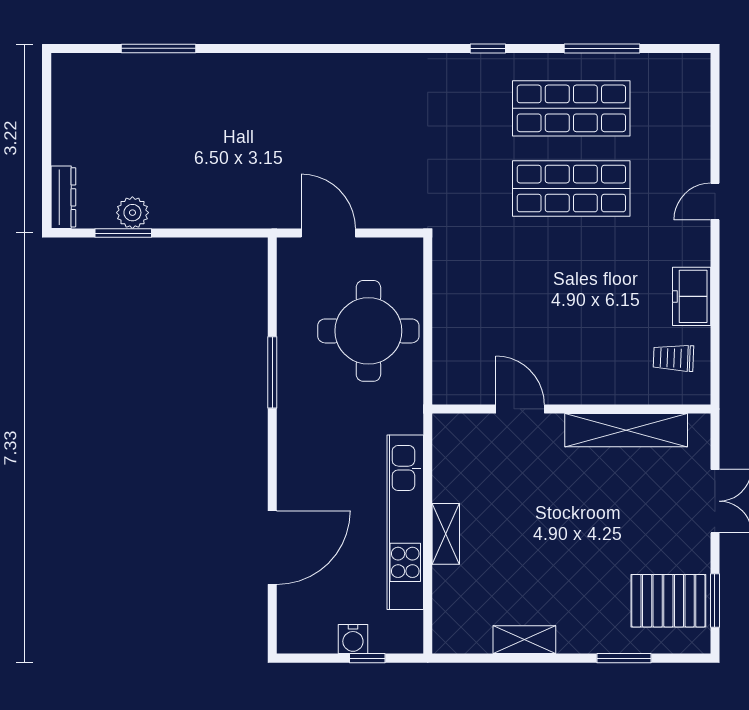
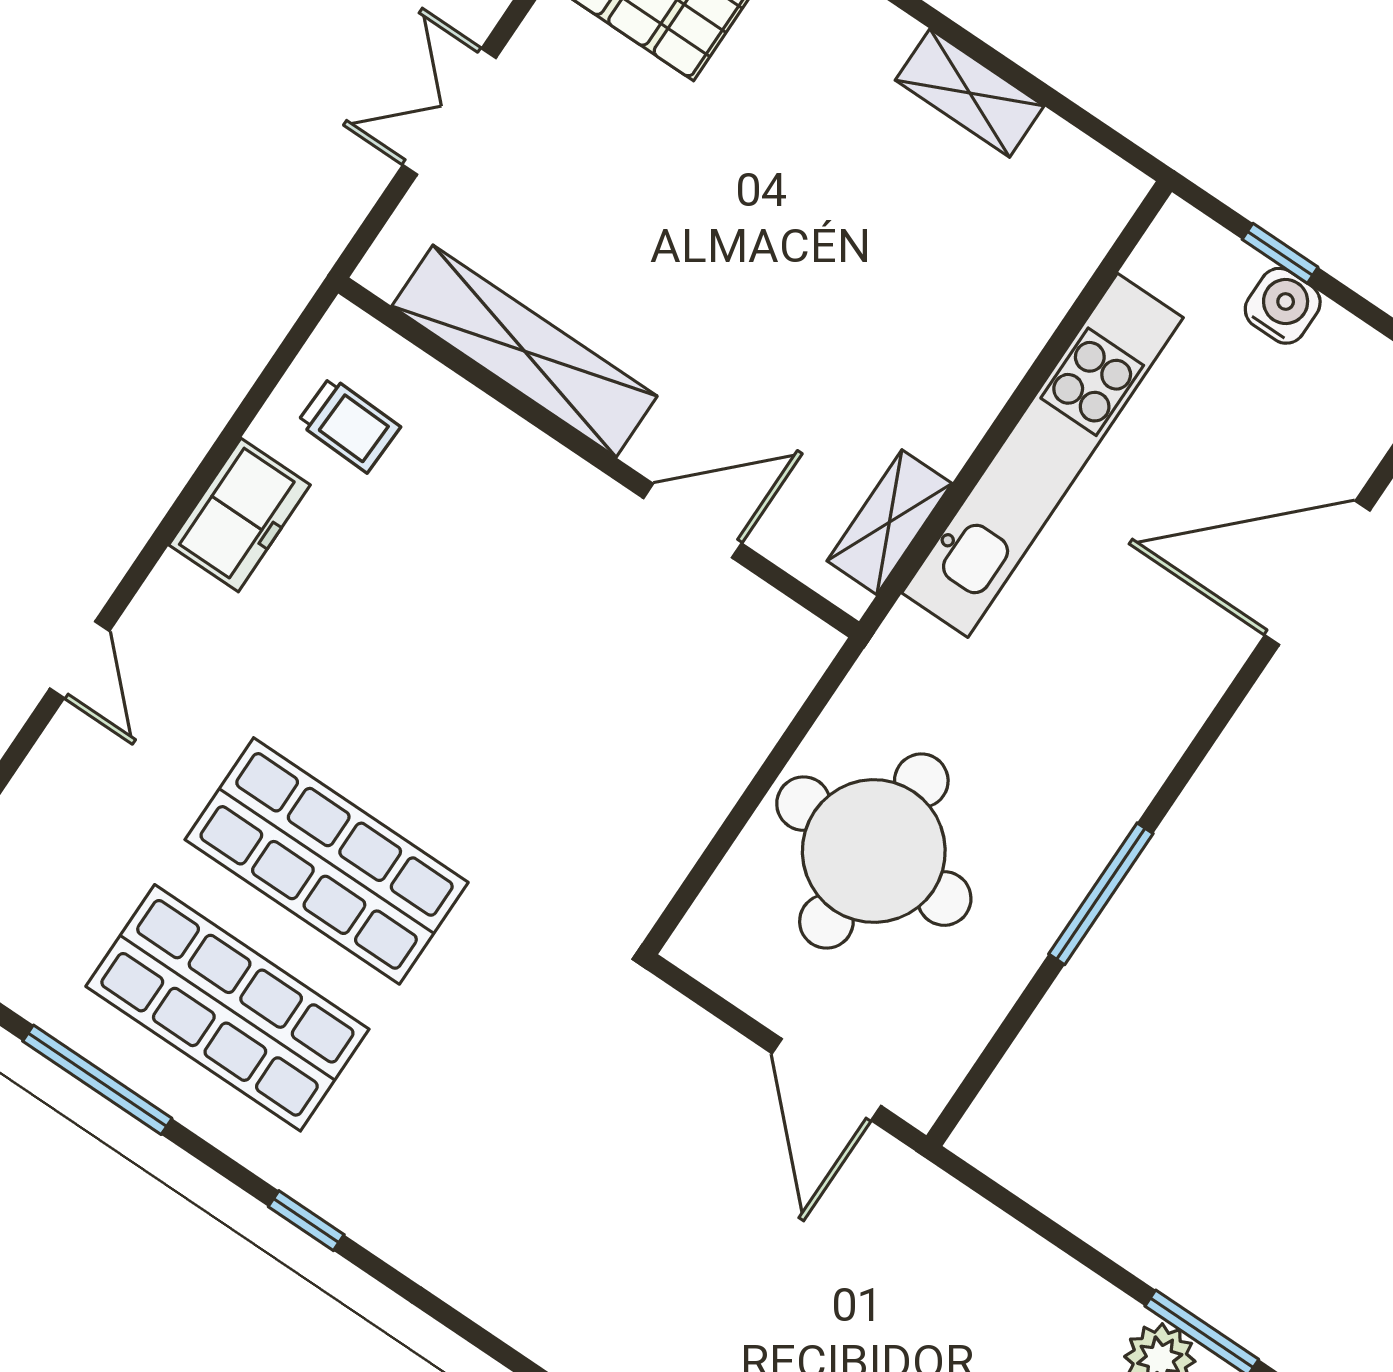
door: (715, 202) -> (80, 660), hinge flipped
door: (520, 409) -> (693, 521), swing flipped
shelving: (446, 534) -> (889, 522), moved

